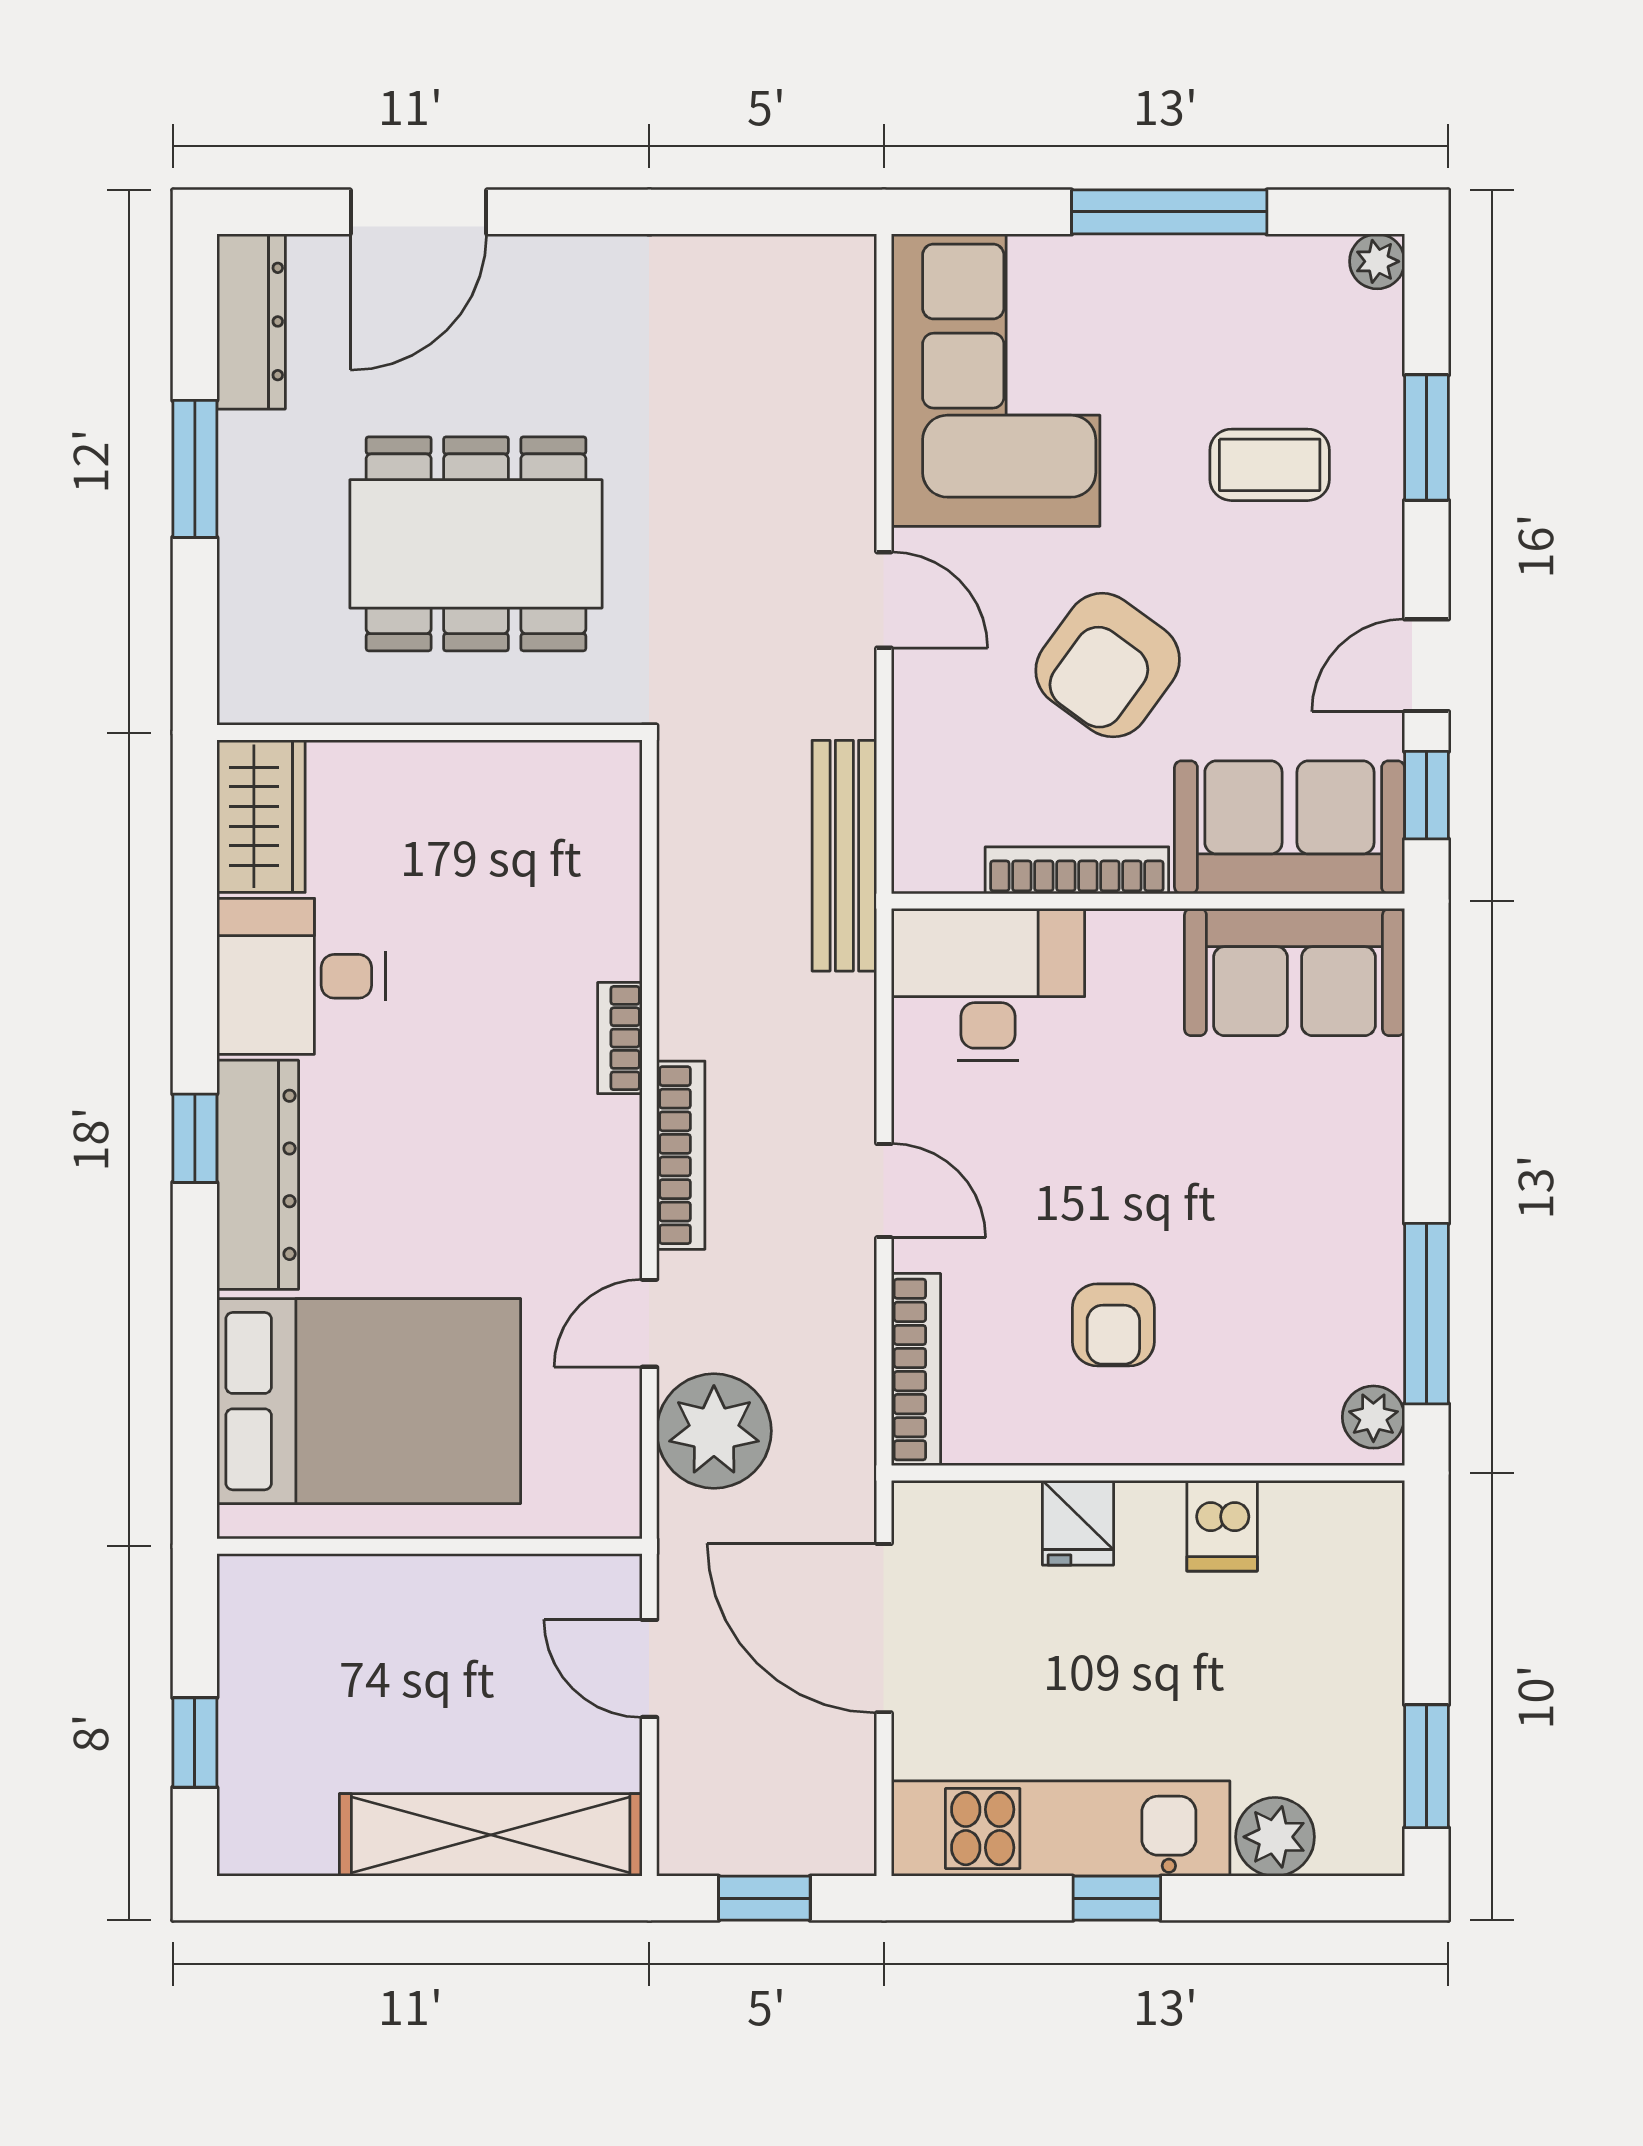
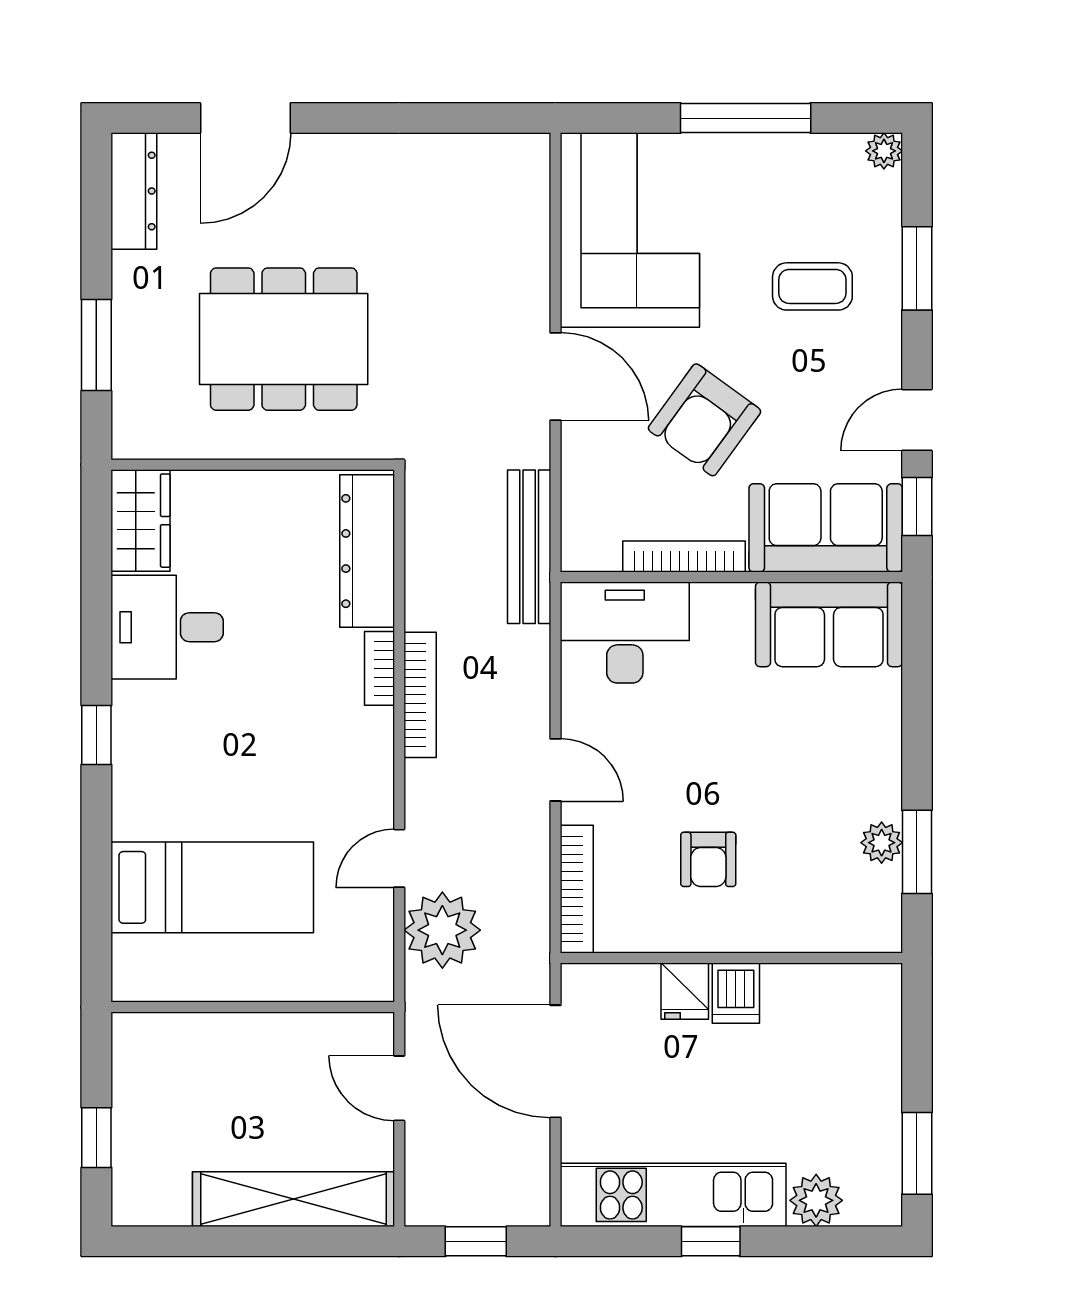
window: (195, 469) -> (96, 345), moved
door: (884, 600) -> (555, 377), width x1.38
bookcase: (681, 1155) -> (420, 695), moved
dresser: (258, 1175) -> (367, 551), moved, turned 180
window: (1426, 1314) -> (917, 852), width x0.69
bed: (369, 1401) -> (212, 887), width x0.67
plant: (1373, 1417) -> (882, 843), moved
dishwasher: (1222, 1526) -> (736, 993), moved

